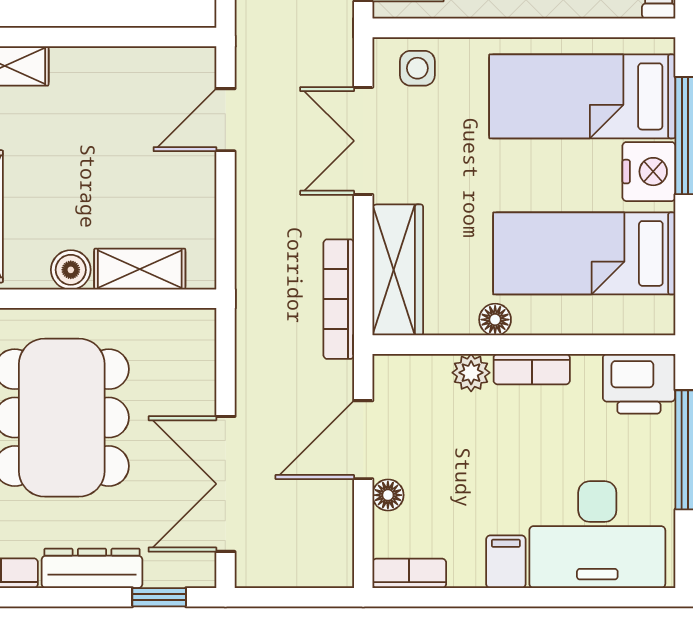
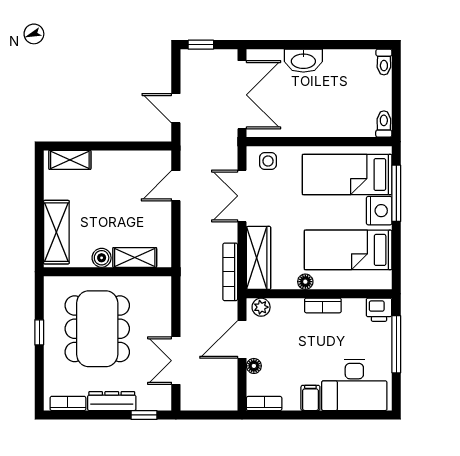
plant: (471, 373) -> (261, 307), moved
printer: (639, 384) -> (379, 310), width x0.73, depth x0.81
double door: (225, 484) -> (176, 361), width x0.73

